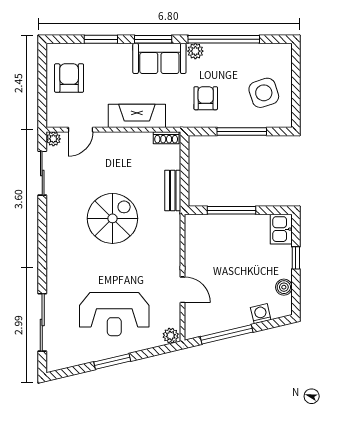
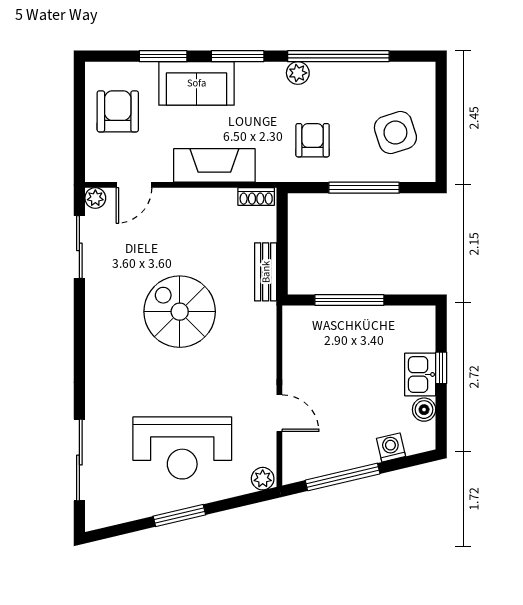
sofa: (159, 58) -> (197, 83), moved
spiral stairs: (112, 218) -> (180, 312), turned -90
kitchen sink: (281, 229) -> (420, 374), moved

